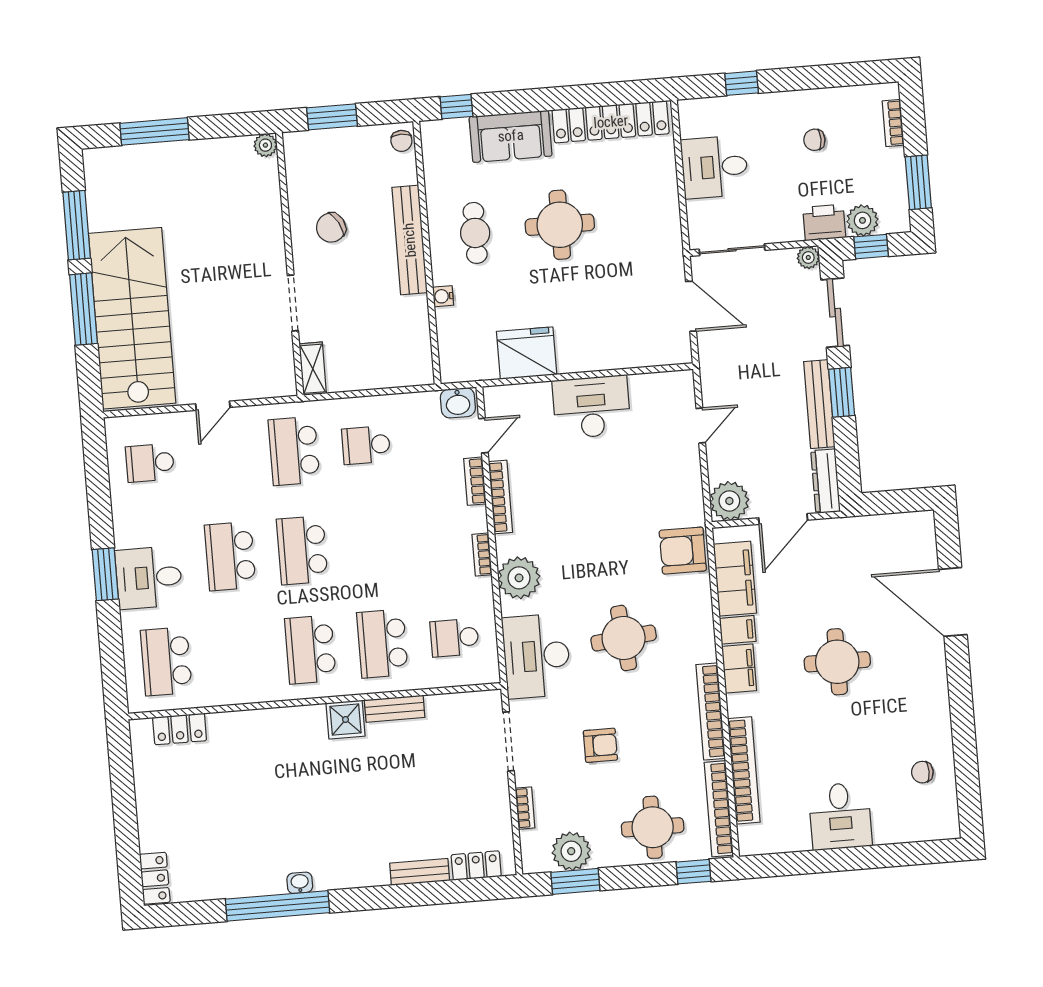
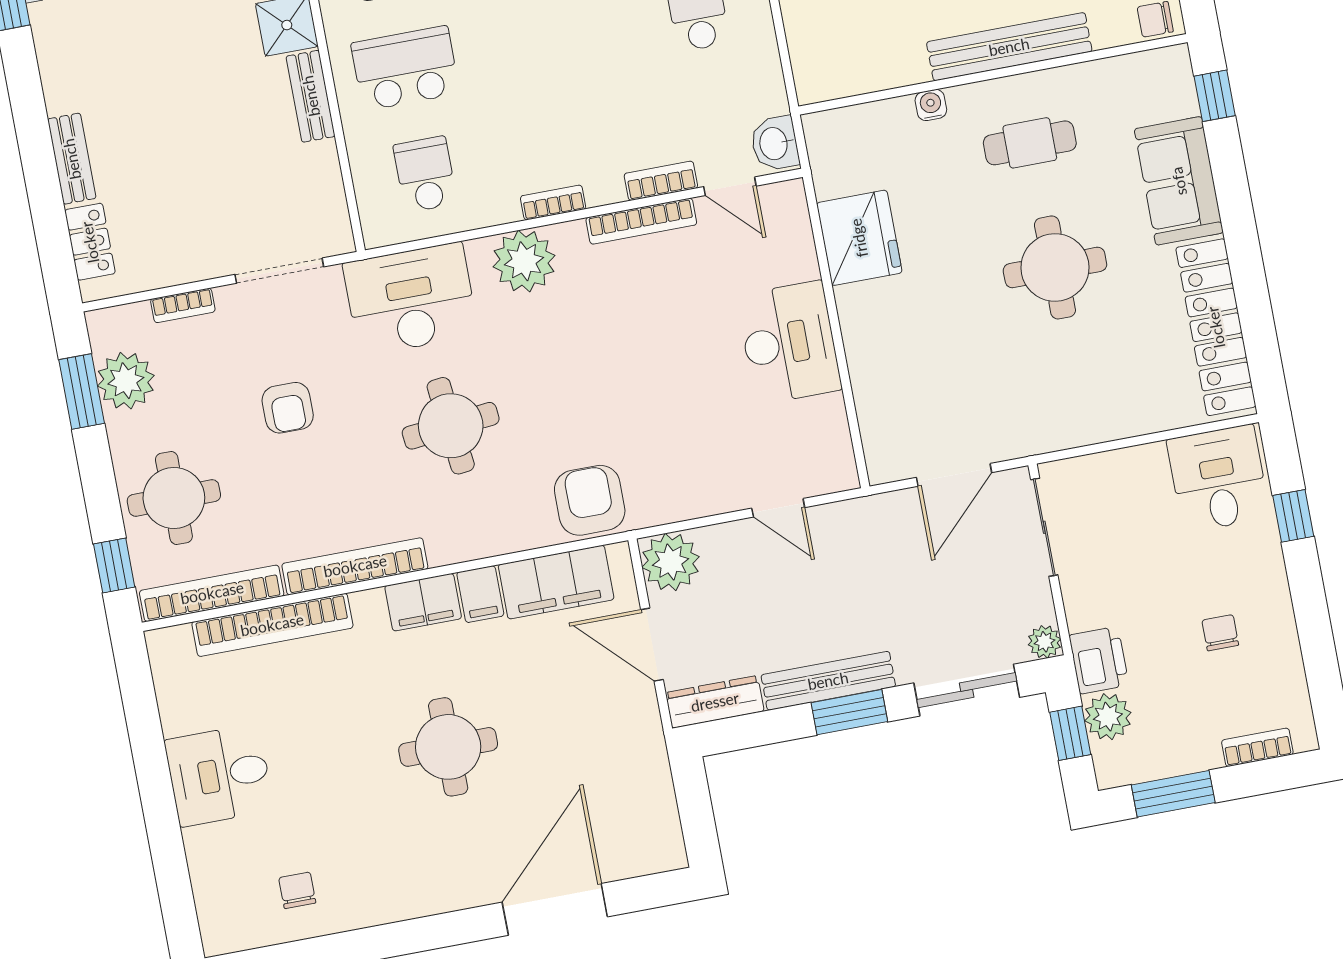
desk: (715, 167) -> (1218, 479), moved

